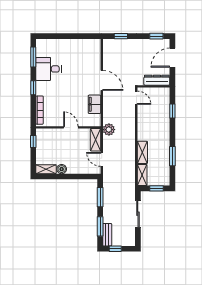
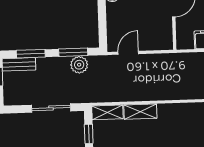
plant: (109, 130) -> (79, 65), moved
shelving: (96, 140) -> (156, 43), removed

